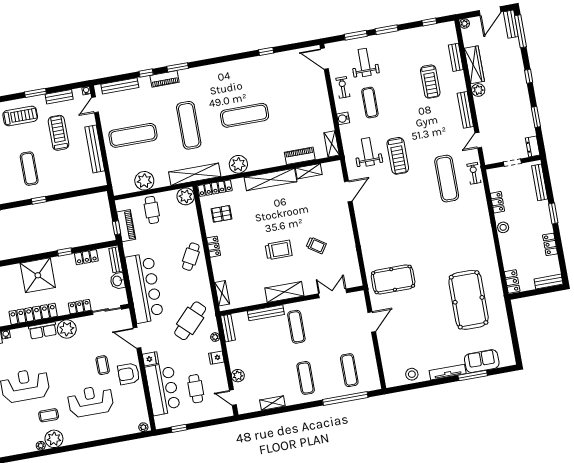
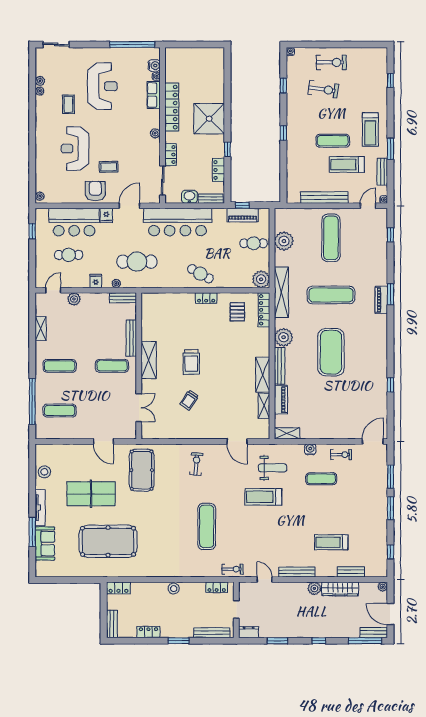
weight bench: (365, 62) -> (362, 481), removed
window: (146, 73) -> (390, 235), moved
piano: (165, 79) -> (381, 300), moved
bench: (120, 86) -> (280, 366), moved
door: (95, 105) -> (368, 206), hinge flipped
exercise mat: (245, 115) -> (331, 352), width x1.47
treadmill: (58, 133) -> (347, 165), turned 180
exercise mat: (29, 169) -> (333, 141), moved
shelving: (271, 179) -> (263, 375), width x0.68
exercise mat: (447, 179) -> (207, 526), moved, turned 90
locker: (497, 202) -> (217, 587), moved
exercise bike: (378, 227) -> (196, 464), added
shelving: (222, 293) -> (159, 298), removed
cafe table: (190, 321) -> (137, 262), turned -44
table tennis table: (425, 325) -> (91, 494), added
plant: (67, 329) -> (155, 133), width x0.53, depth x0.53
row of seats: (43, 330) -> (154, 95), moved
reception desk: (91, 401) -> (75, 149), turned 180
plant: (54, 439) -> (40, 81), moved, width x0.53, depth x0.53

